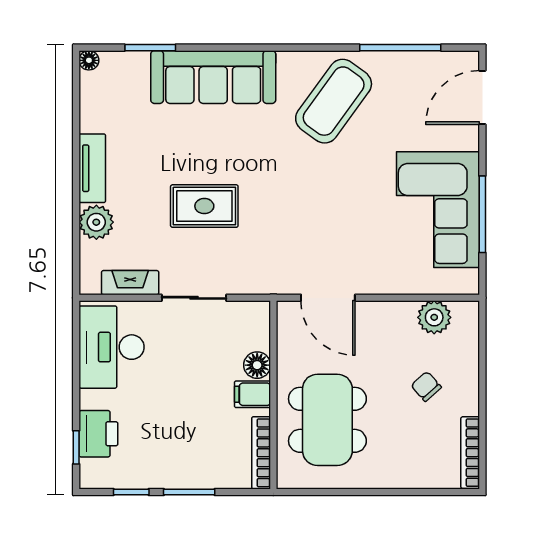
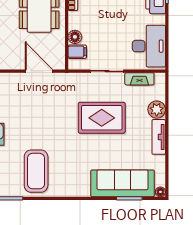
sofa: (213, 77) -> (123, 183), moved
coffee table: (334, 101) -> (36, 171), turned -36
rug: (204, 206) -> (102, 118), width x1.36, depth x1.43
filing cabinet: (252, 394) -> (77, 52), moved

